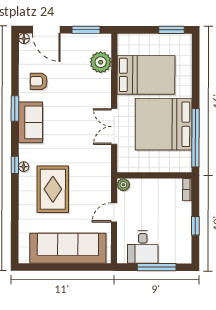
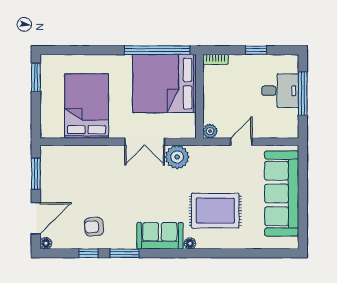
plant: (101, 62) -> (177, 157), moved
armchair: (39, 81) -> (94, 227), turned 85
sofa: (31, 122) -> (160, 236), moved
bed: (164, 124) -> (164, 84), moved, turned 90
window: (15, 165) -> (88, 253), moved
door: (114, 213) -> (241, 142), swing flipped
desk: (143, 247) -> (280, 91), moved

